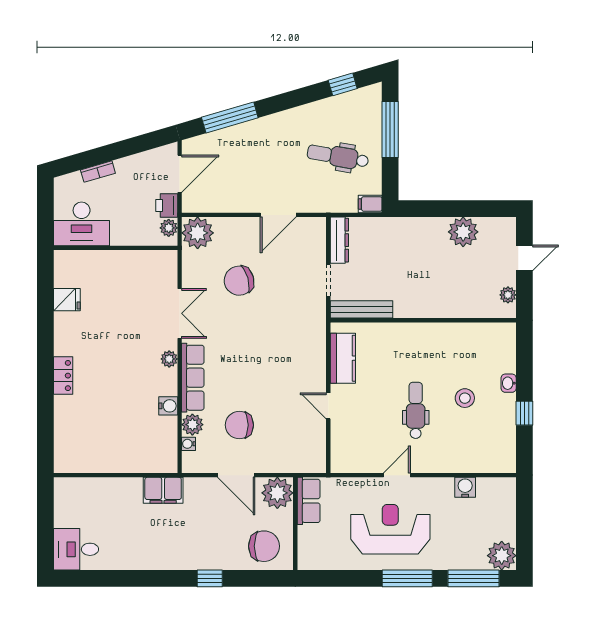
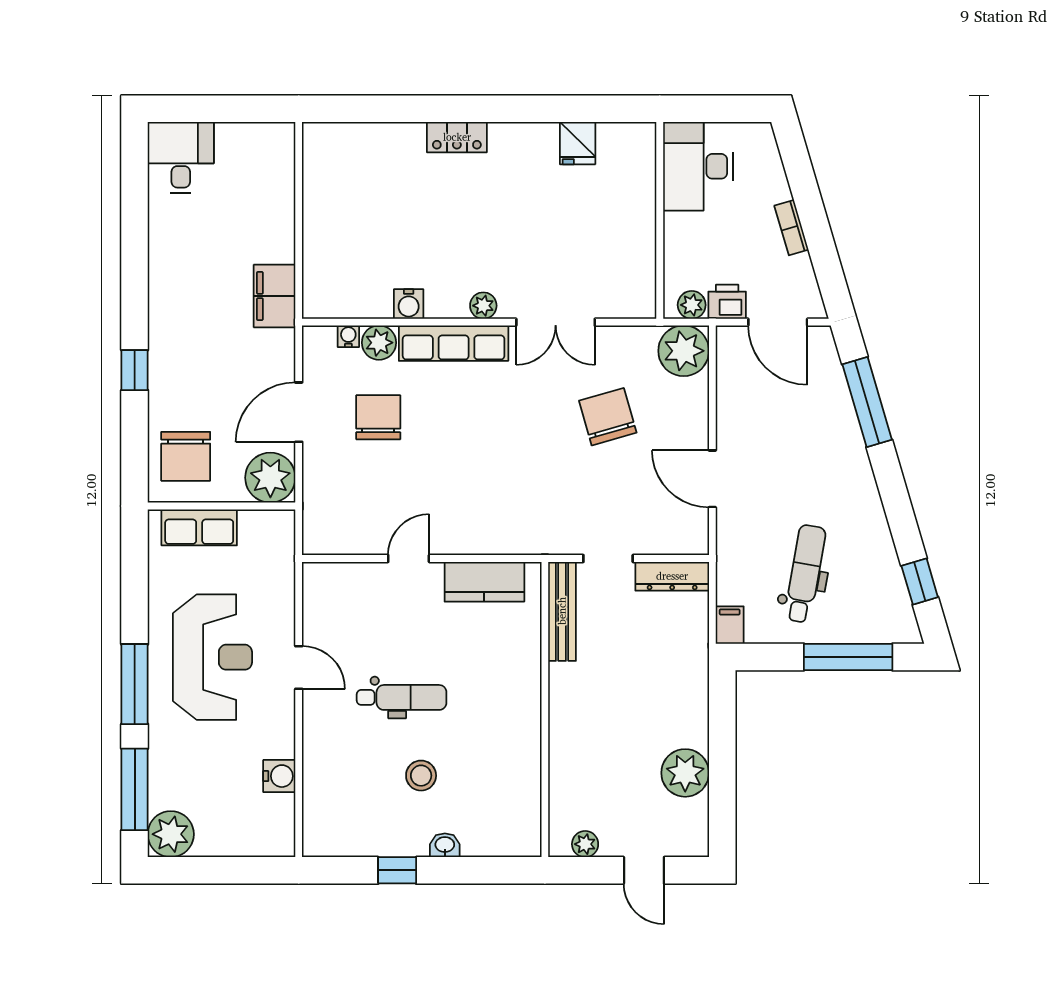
bookcase: (98, 172) -> (791, 228), moved
row of seats: (309, 501) -> (199, 527), moved

